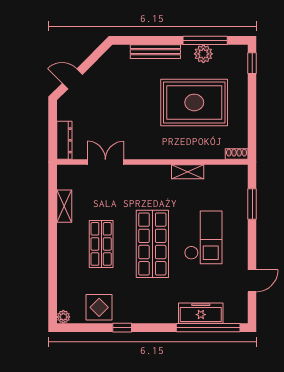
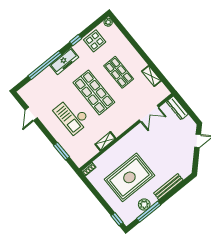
freezer: (201, 313) -> (64, 61), moved
window: (208, 328) -> (45, 65), moved

